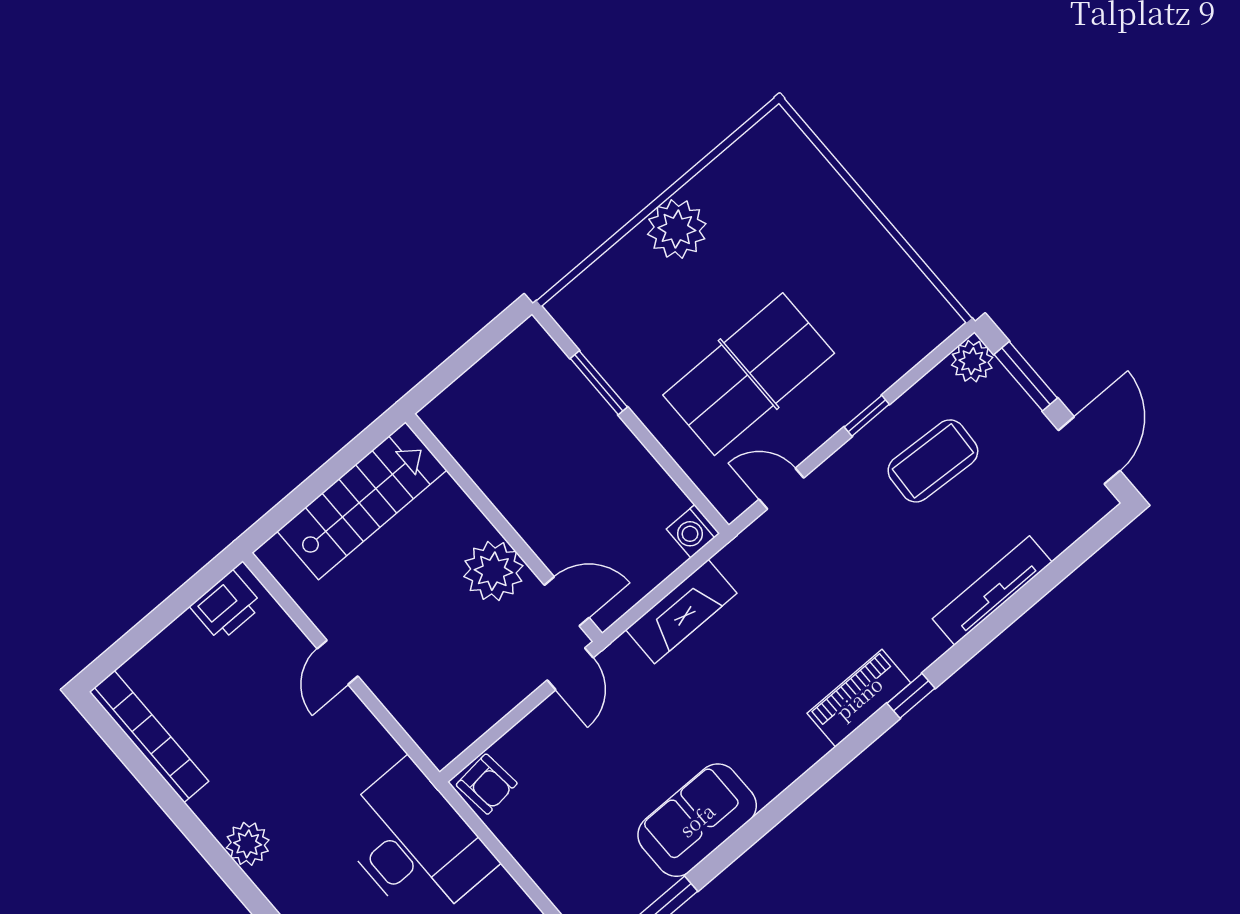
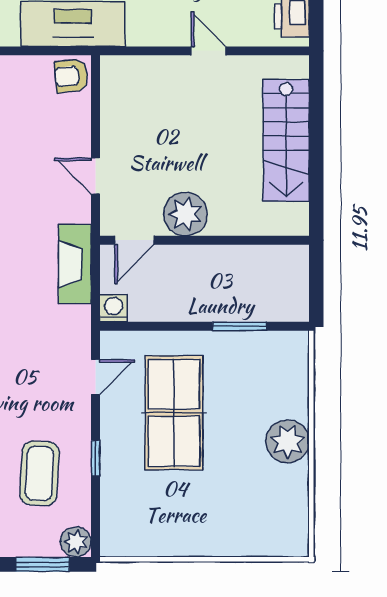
wall: (504, 528) -> (204, 240), moved
plant: (493, 571) -> (186, 214), moved
door: (567, 601) -> (134, 240), moved

